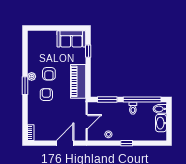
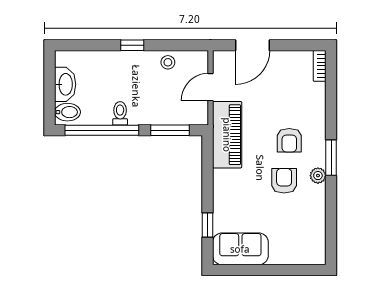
piano: (78, 81) -> (227, 135), moved

